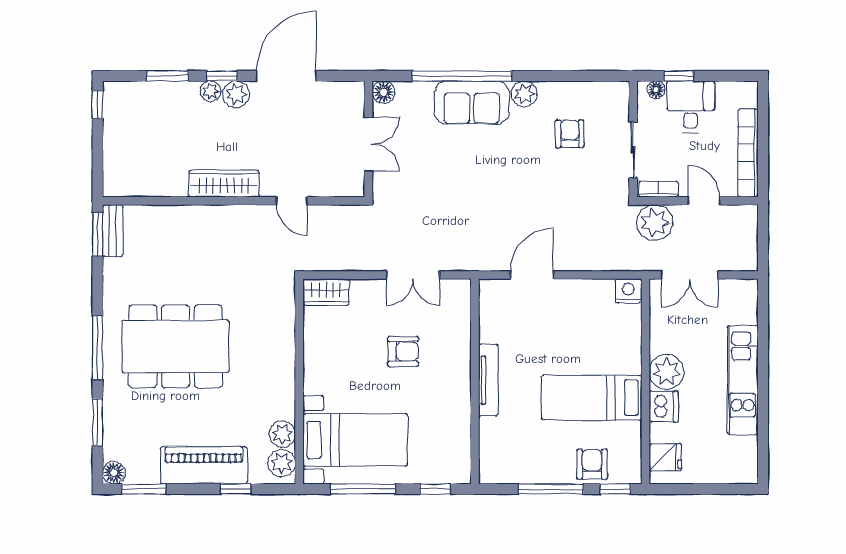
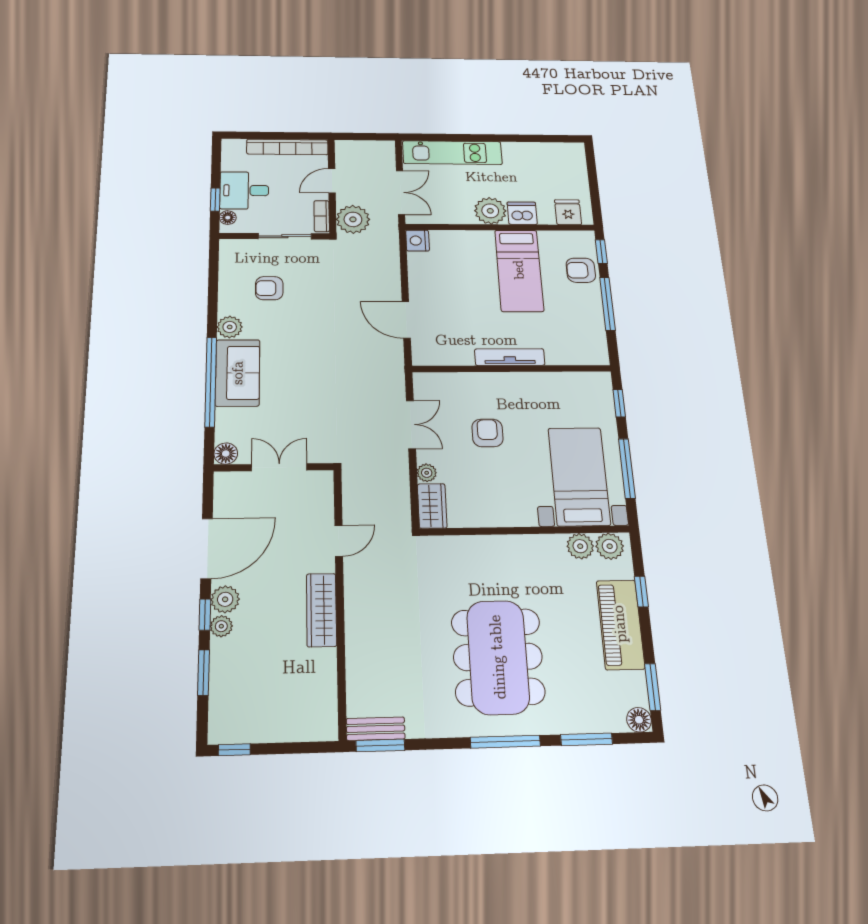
door: (286, 76) -> (207, 548), swing flipped
plant: (361, 288) -> (427, 473), added
kitchen unit: (743, 380) -> (452, 153), moved

